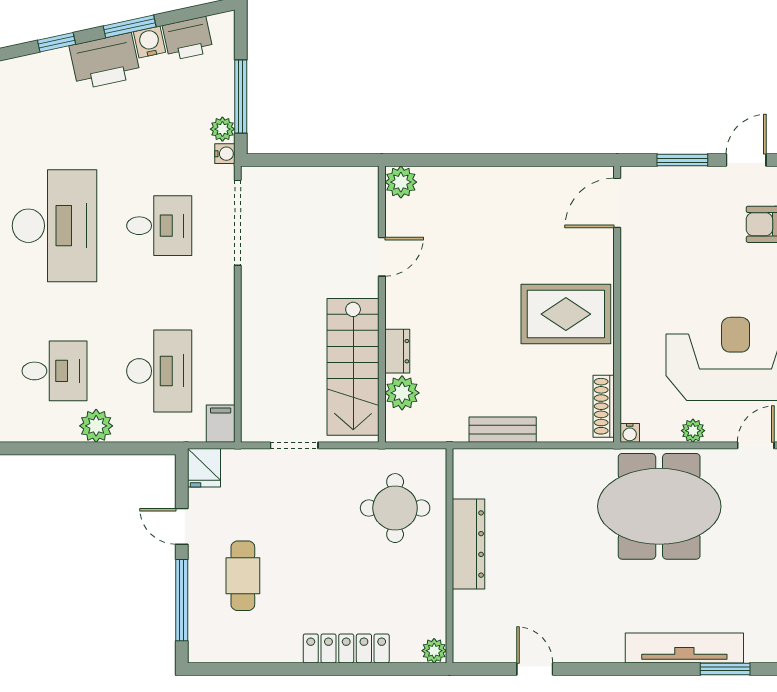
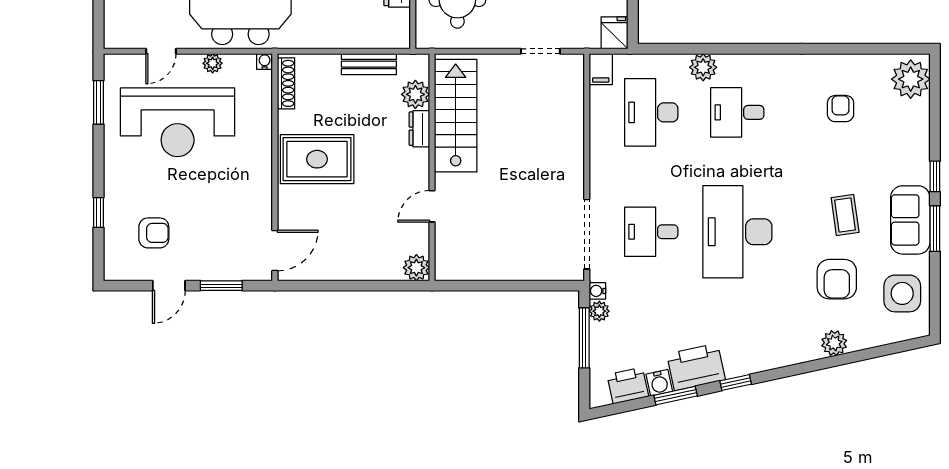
plant: (401, 182) -> (416, 268), moved
door: (382, 257) -> (432, 206), moved
wall: (382, 304) -> (432, 167), moved
dresser: (397, 351) -> (419, 129), moved
stairs: (353, 367) -> (456, 116), moved
plant: (402, 393) -> (415, 94), moved

